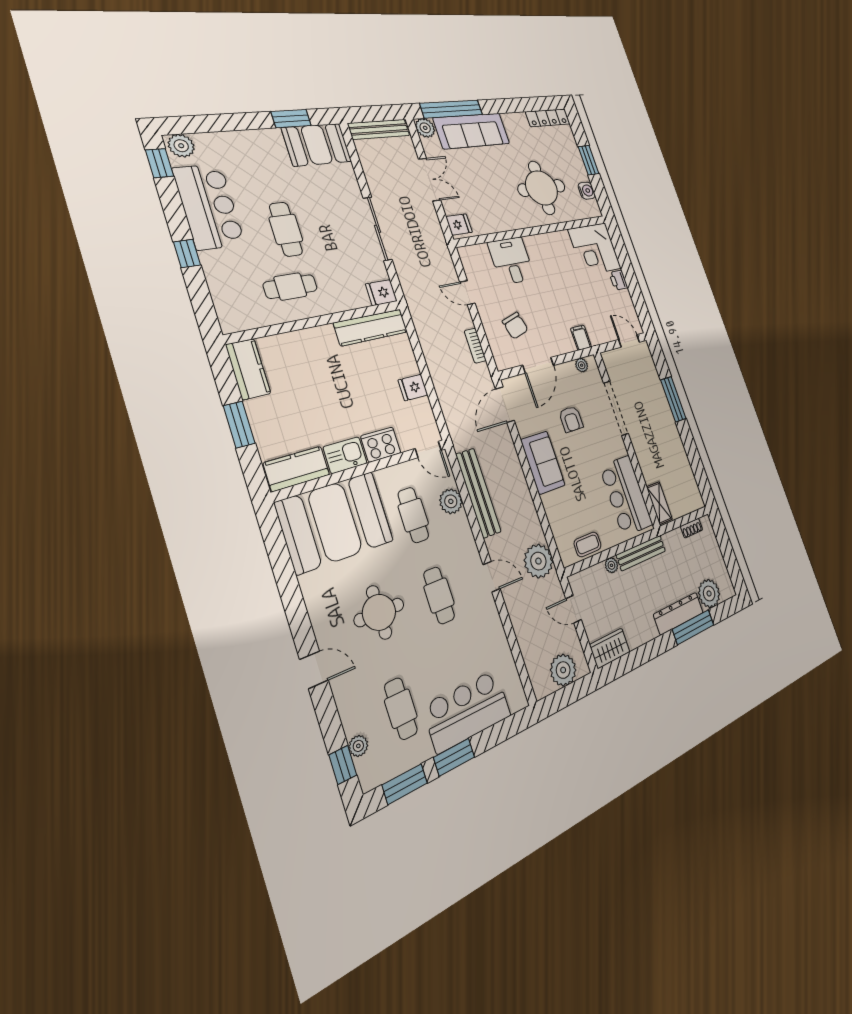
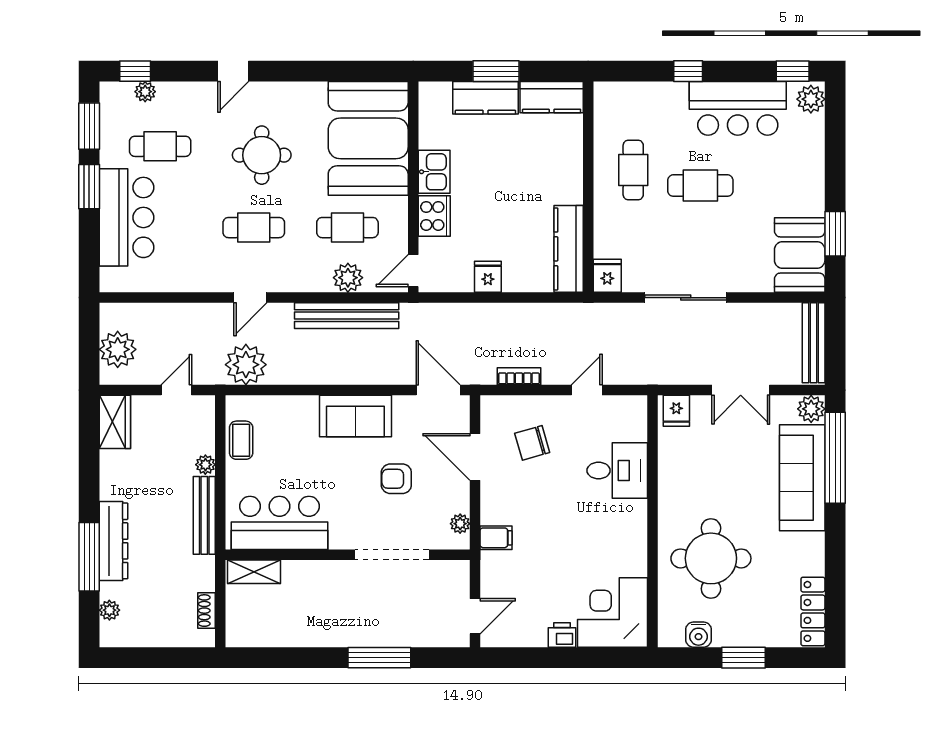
kitchen counter: (297, 469) -> (485, 98), moved, turned 90
plant: (709, 593) -> (109, 610), width x0.53, depth x0.53

